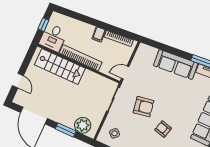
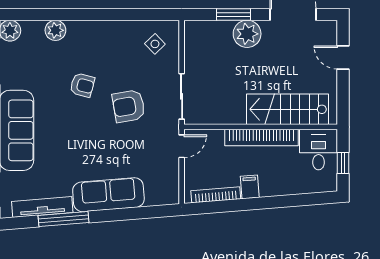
plant: (83, 125) -> (247, 34), moved

